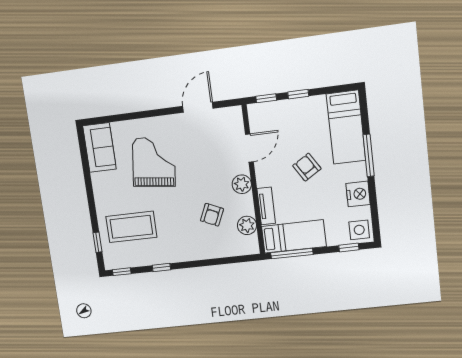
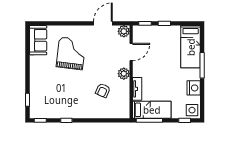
armchair: (307, 167) -> (165, 68), removed
plant: (247, 225) -> (124, 31), moved
coffee table: (131, 227) -> (51, 92), removed

